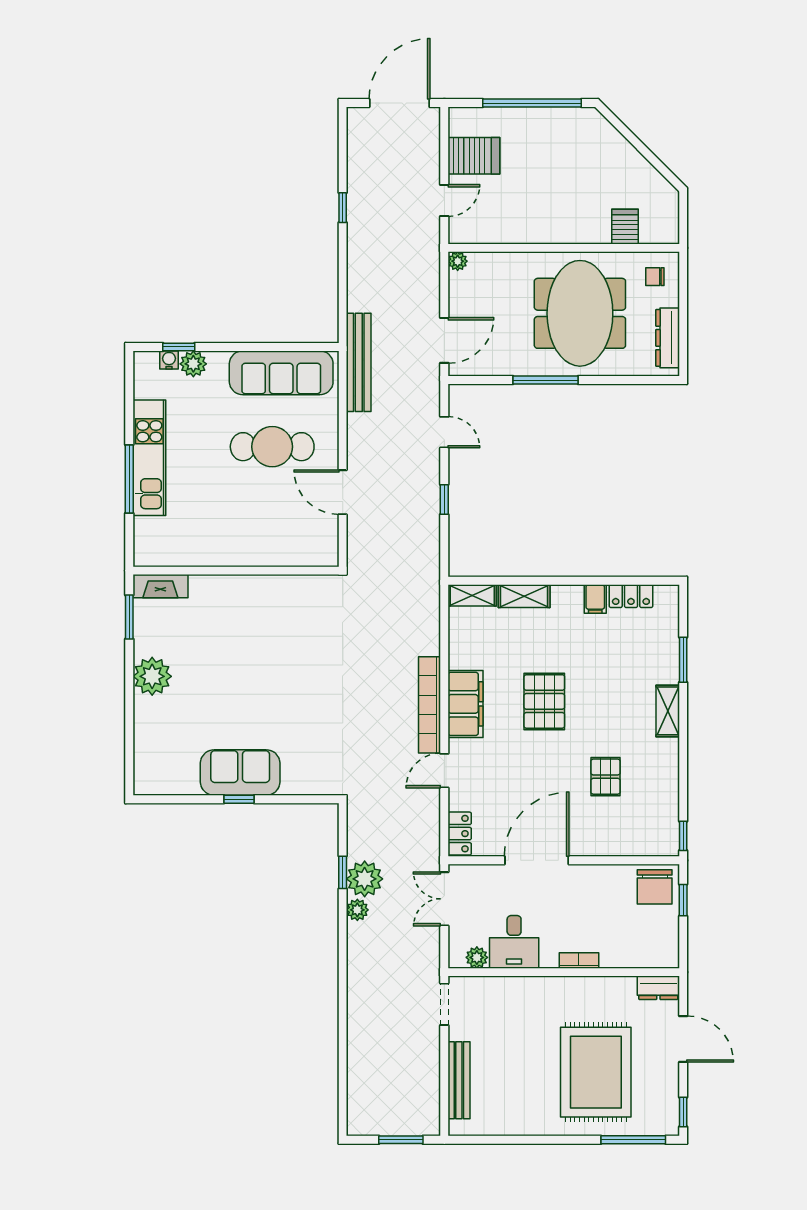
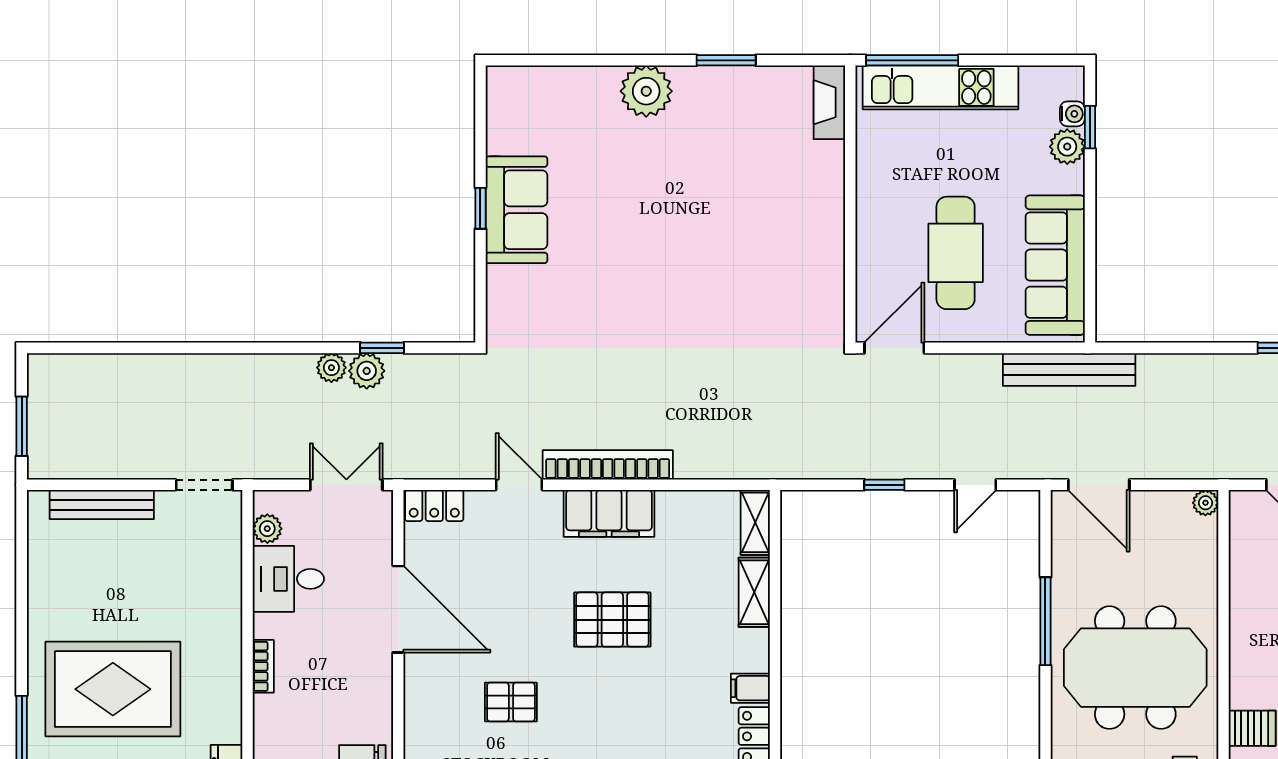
wall: (236, 571) -> (850, 204), moved
fireplace: (160, 586) -> (829, 102), moved
plant: (365, 879) -> (367, 371), width x0.73, depth x0.73

